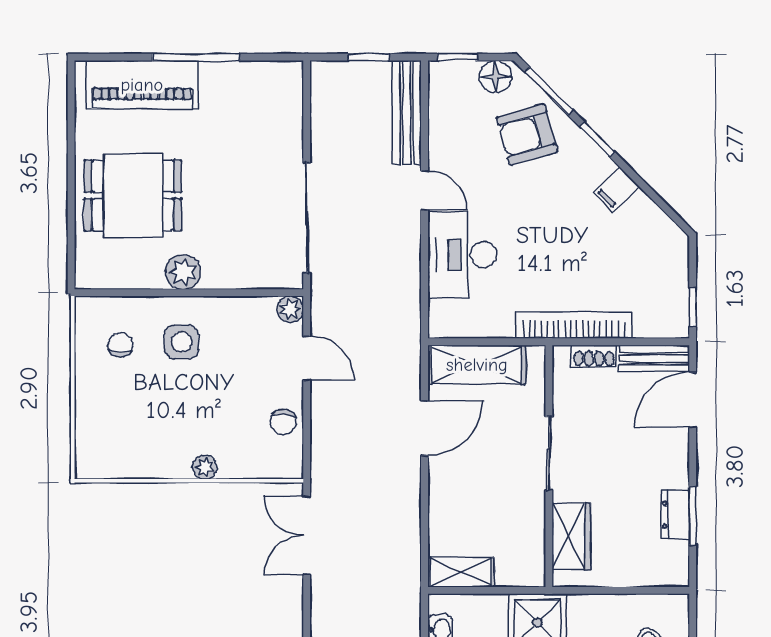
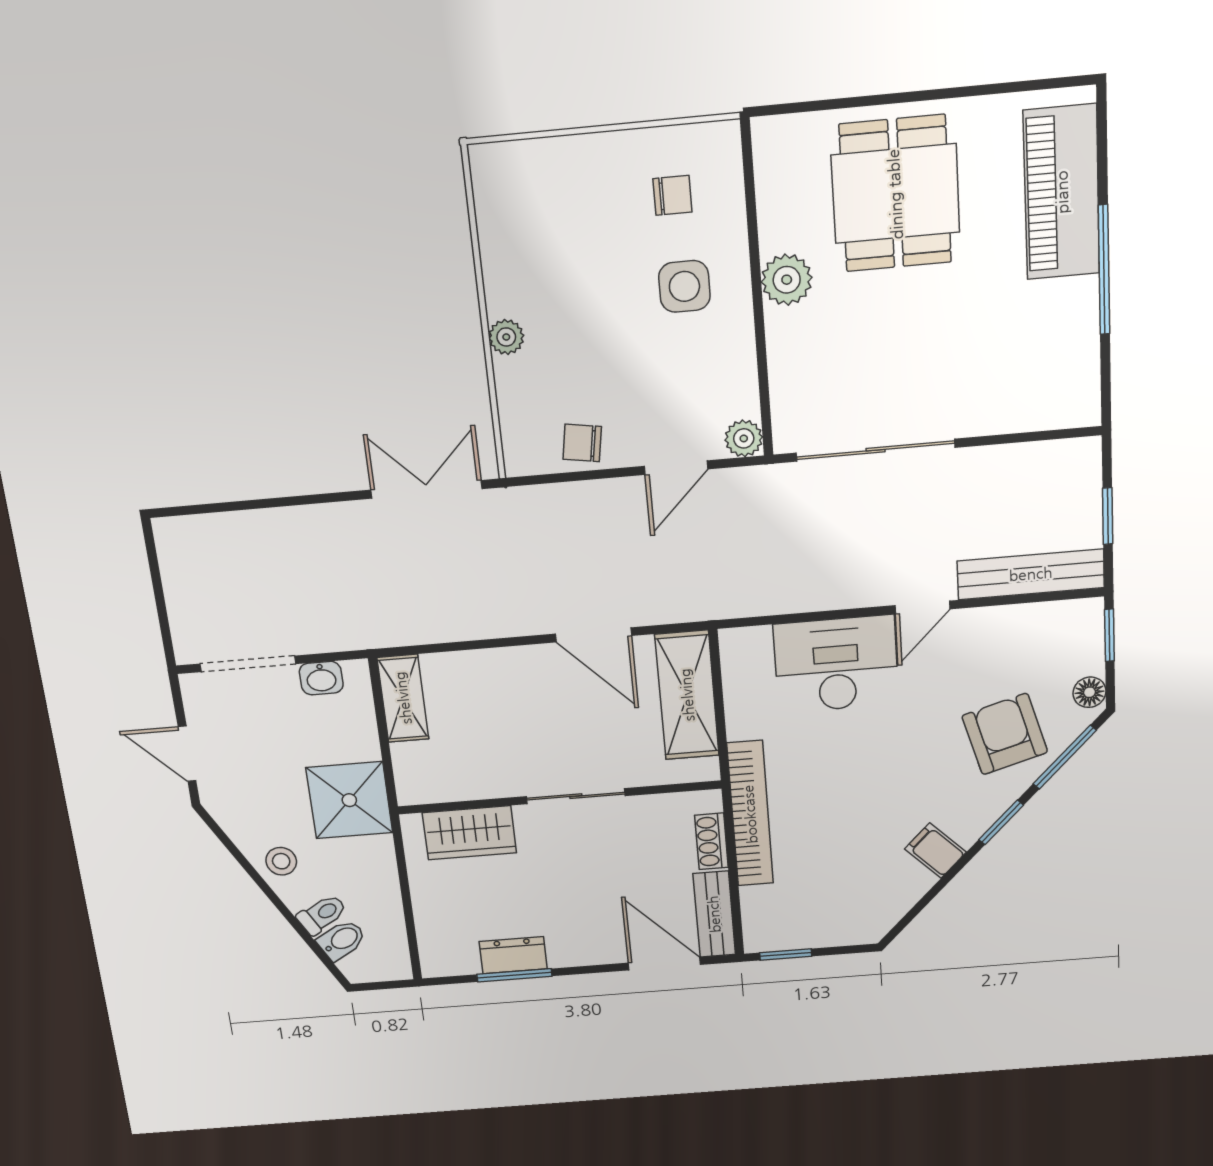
floor lamp: (495, 77) -> (1089, 692), width x0.73, depth x0.73

